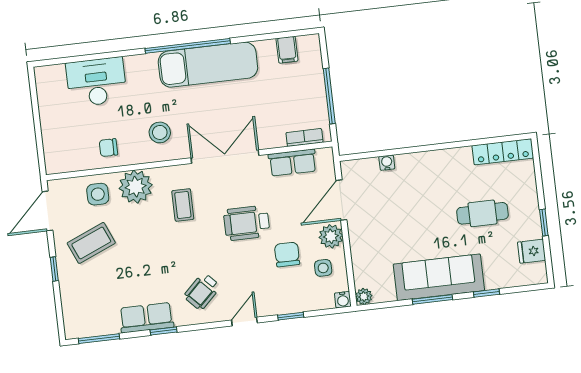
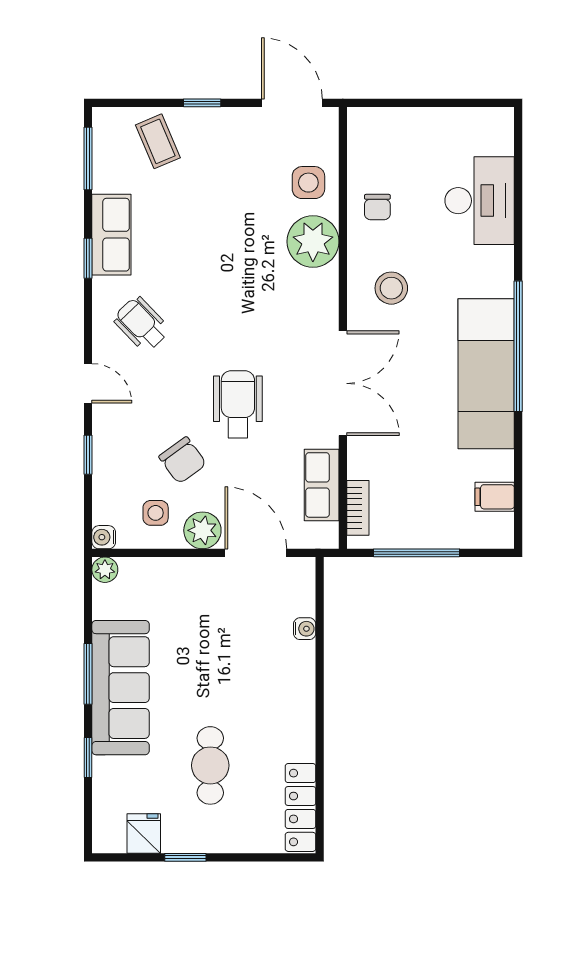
chair: (108, 148) -> (377, 207), turned 180
coffee table: (183, 205) -> (277, 310), removed
coffee table: (91, 243) -> (158, 141), moved, width x0.73, depth x0.77
chair: (287, 254) -> (183, 460), turned 54

